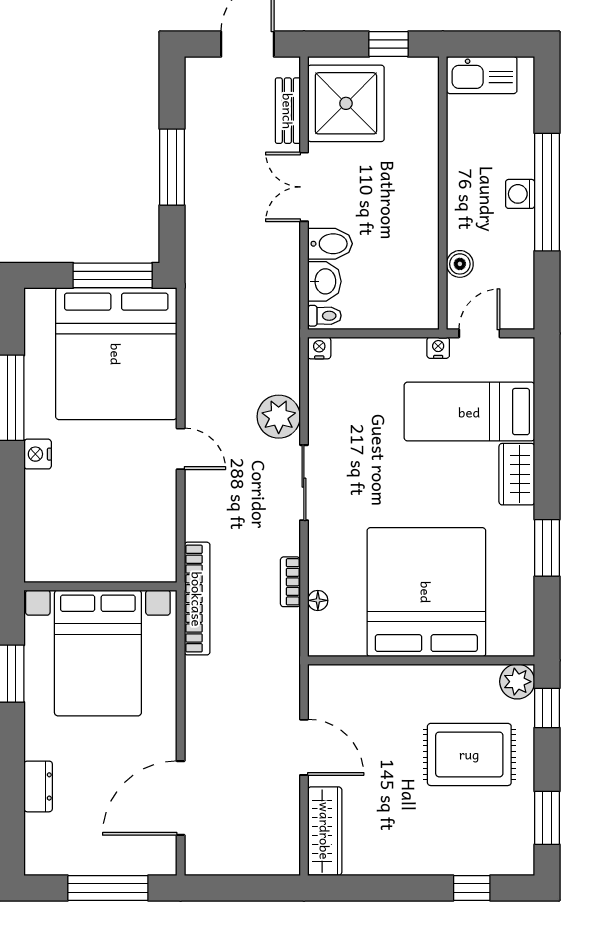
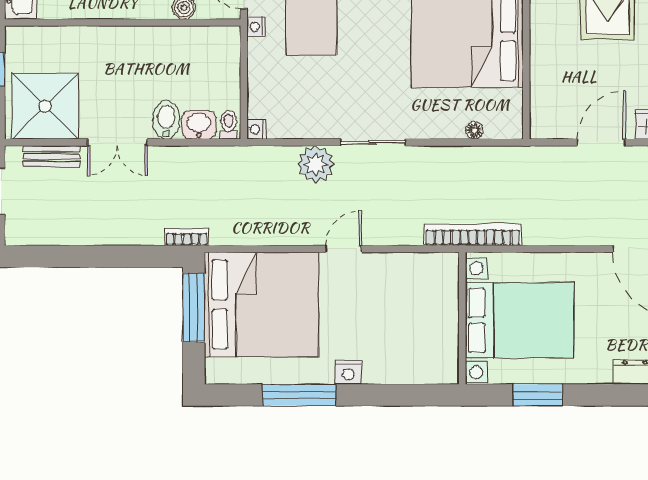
window: (172, 167) -> (100, 256), removed
bookcase: (290, 582) -> (187, 237), moved, turned 180

